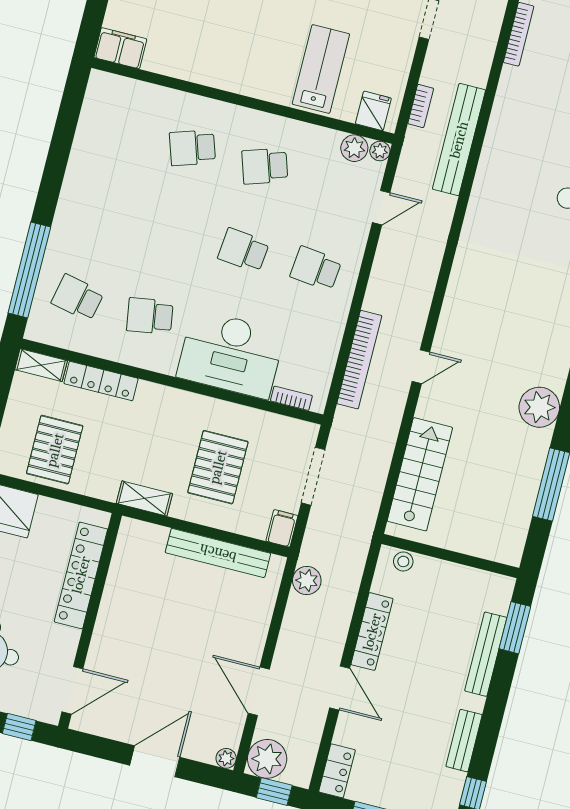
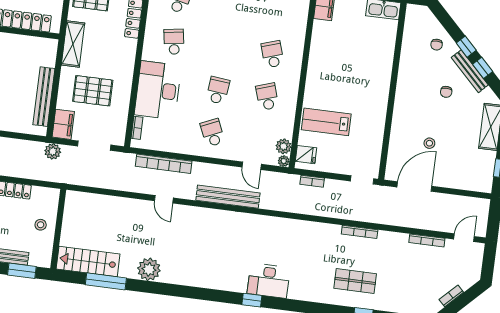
lab bench: (321, 69) -> (326, 122), turned 180
bench: (459, 140) -> (228, 197), moved
school desk: (316, 269) -> (212, 133), turned -30
stairs: (420, 474) -> (88, 261), moved, turned 180
shelving: (144, 498) -> (73, 44), width x1.50, depth x1.33
filing cabinet: (282, 528) -> (63, 124), width x2.00
stool: (403, 561) -> (41, 225), moved
plant: (307, 581) -> (53, 151), moved

